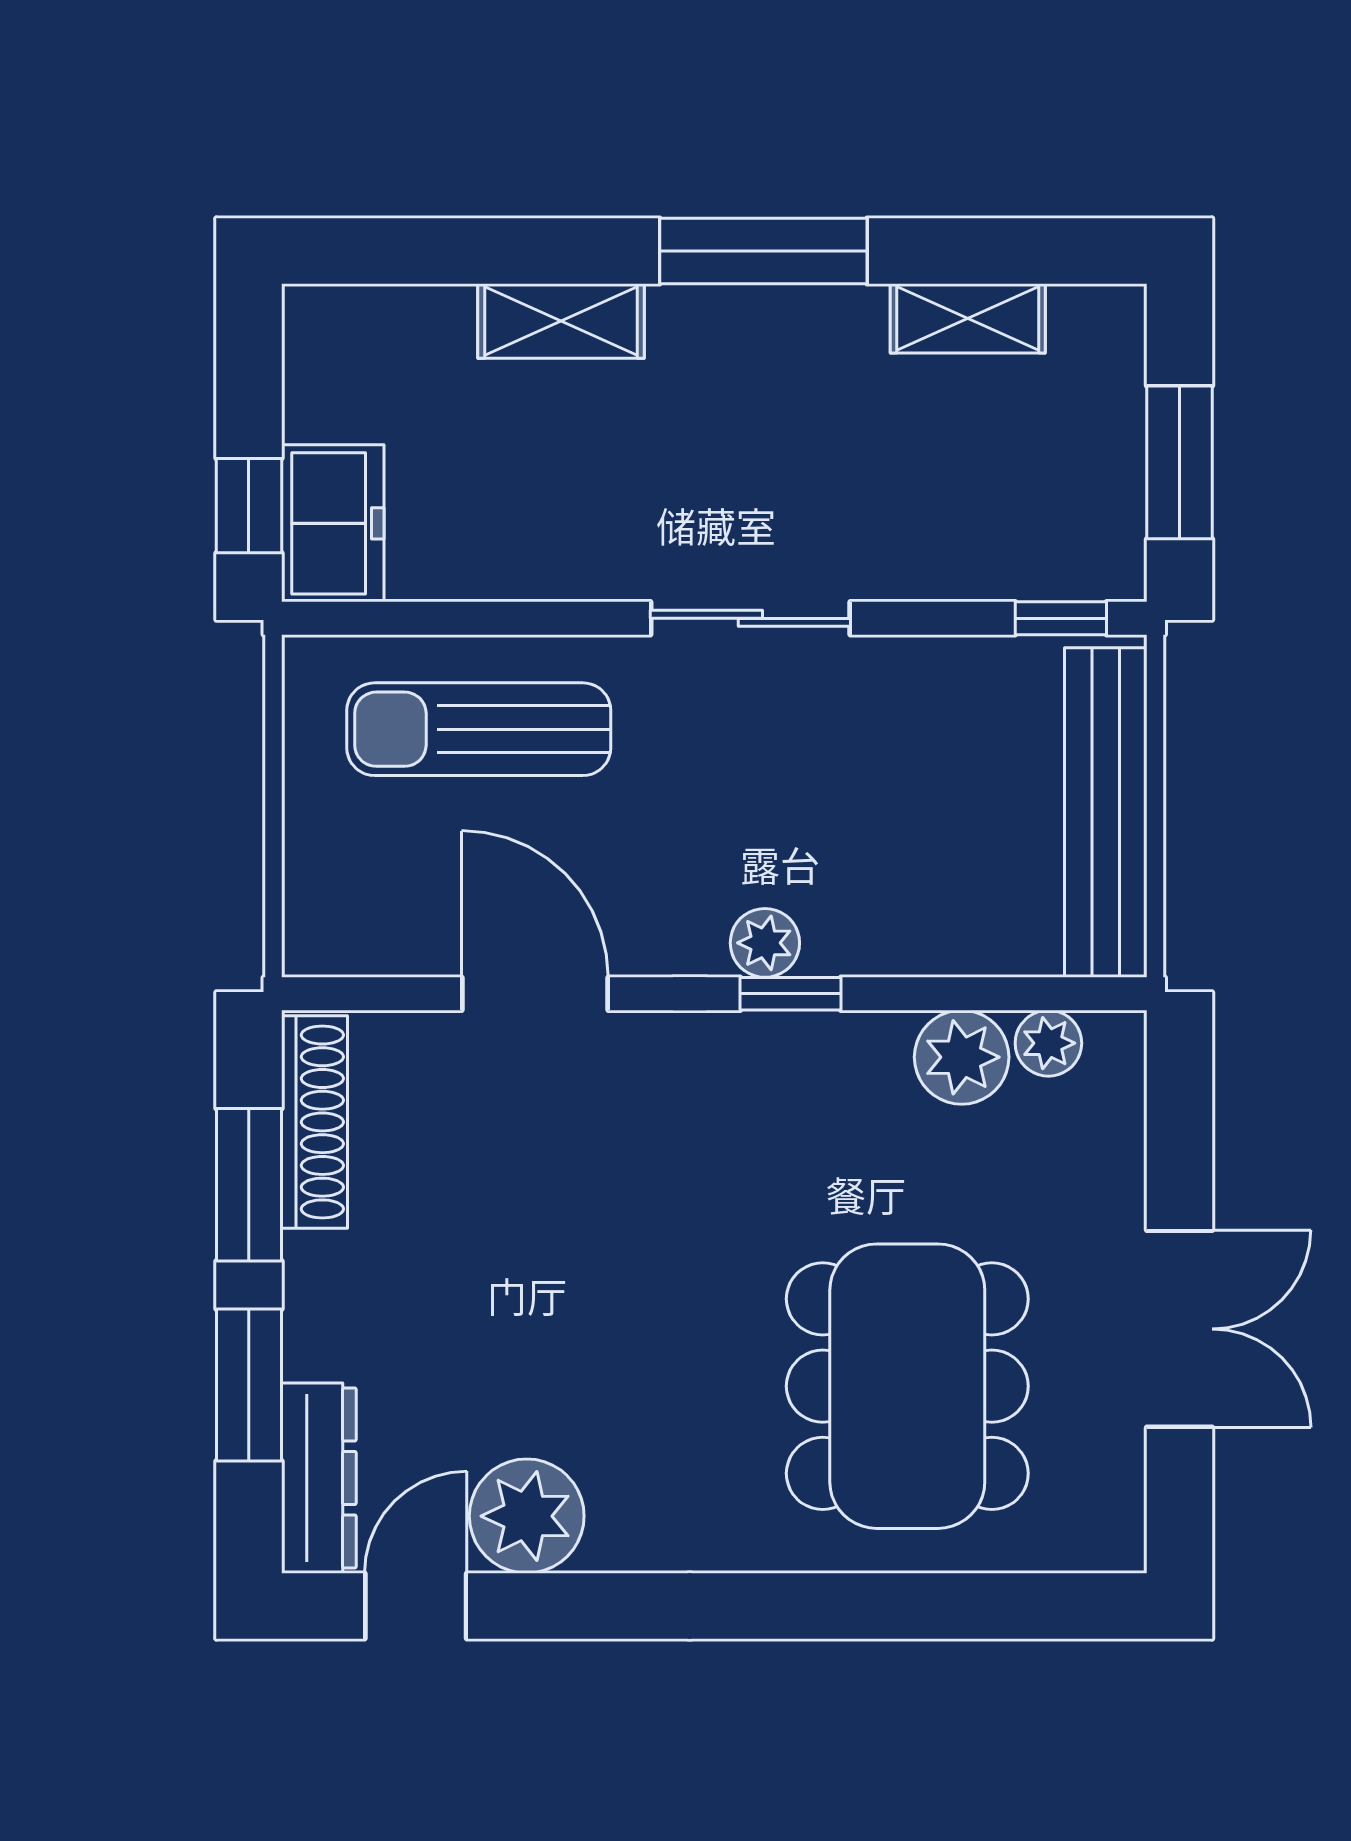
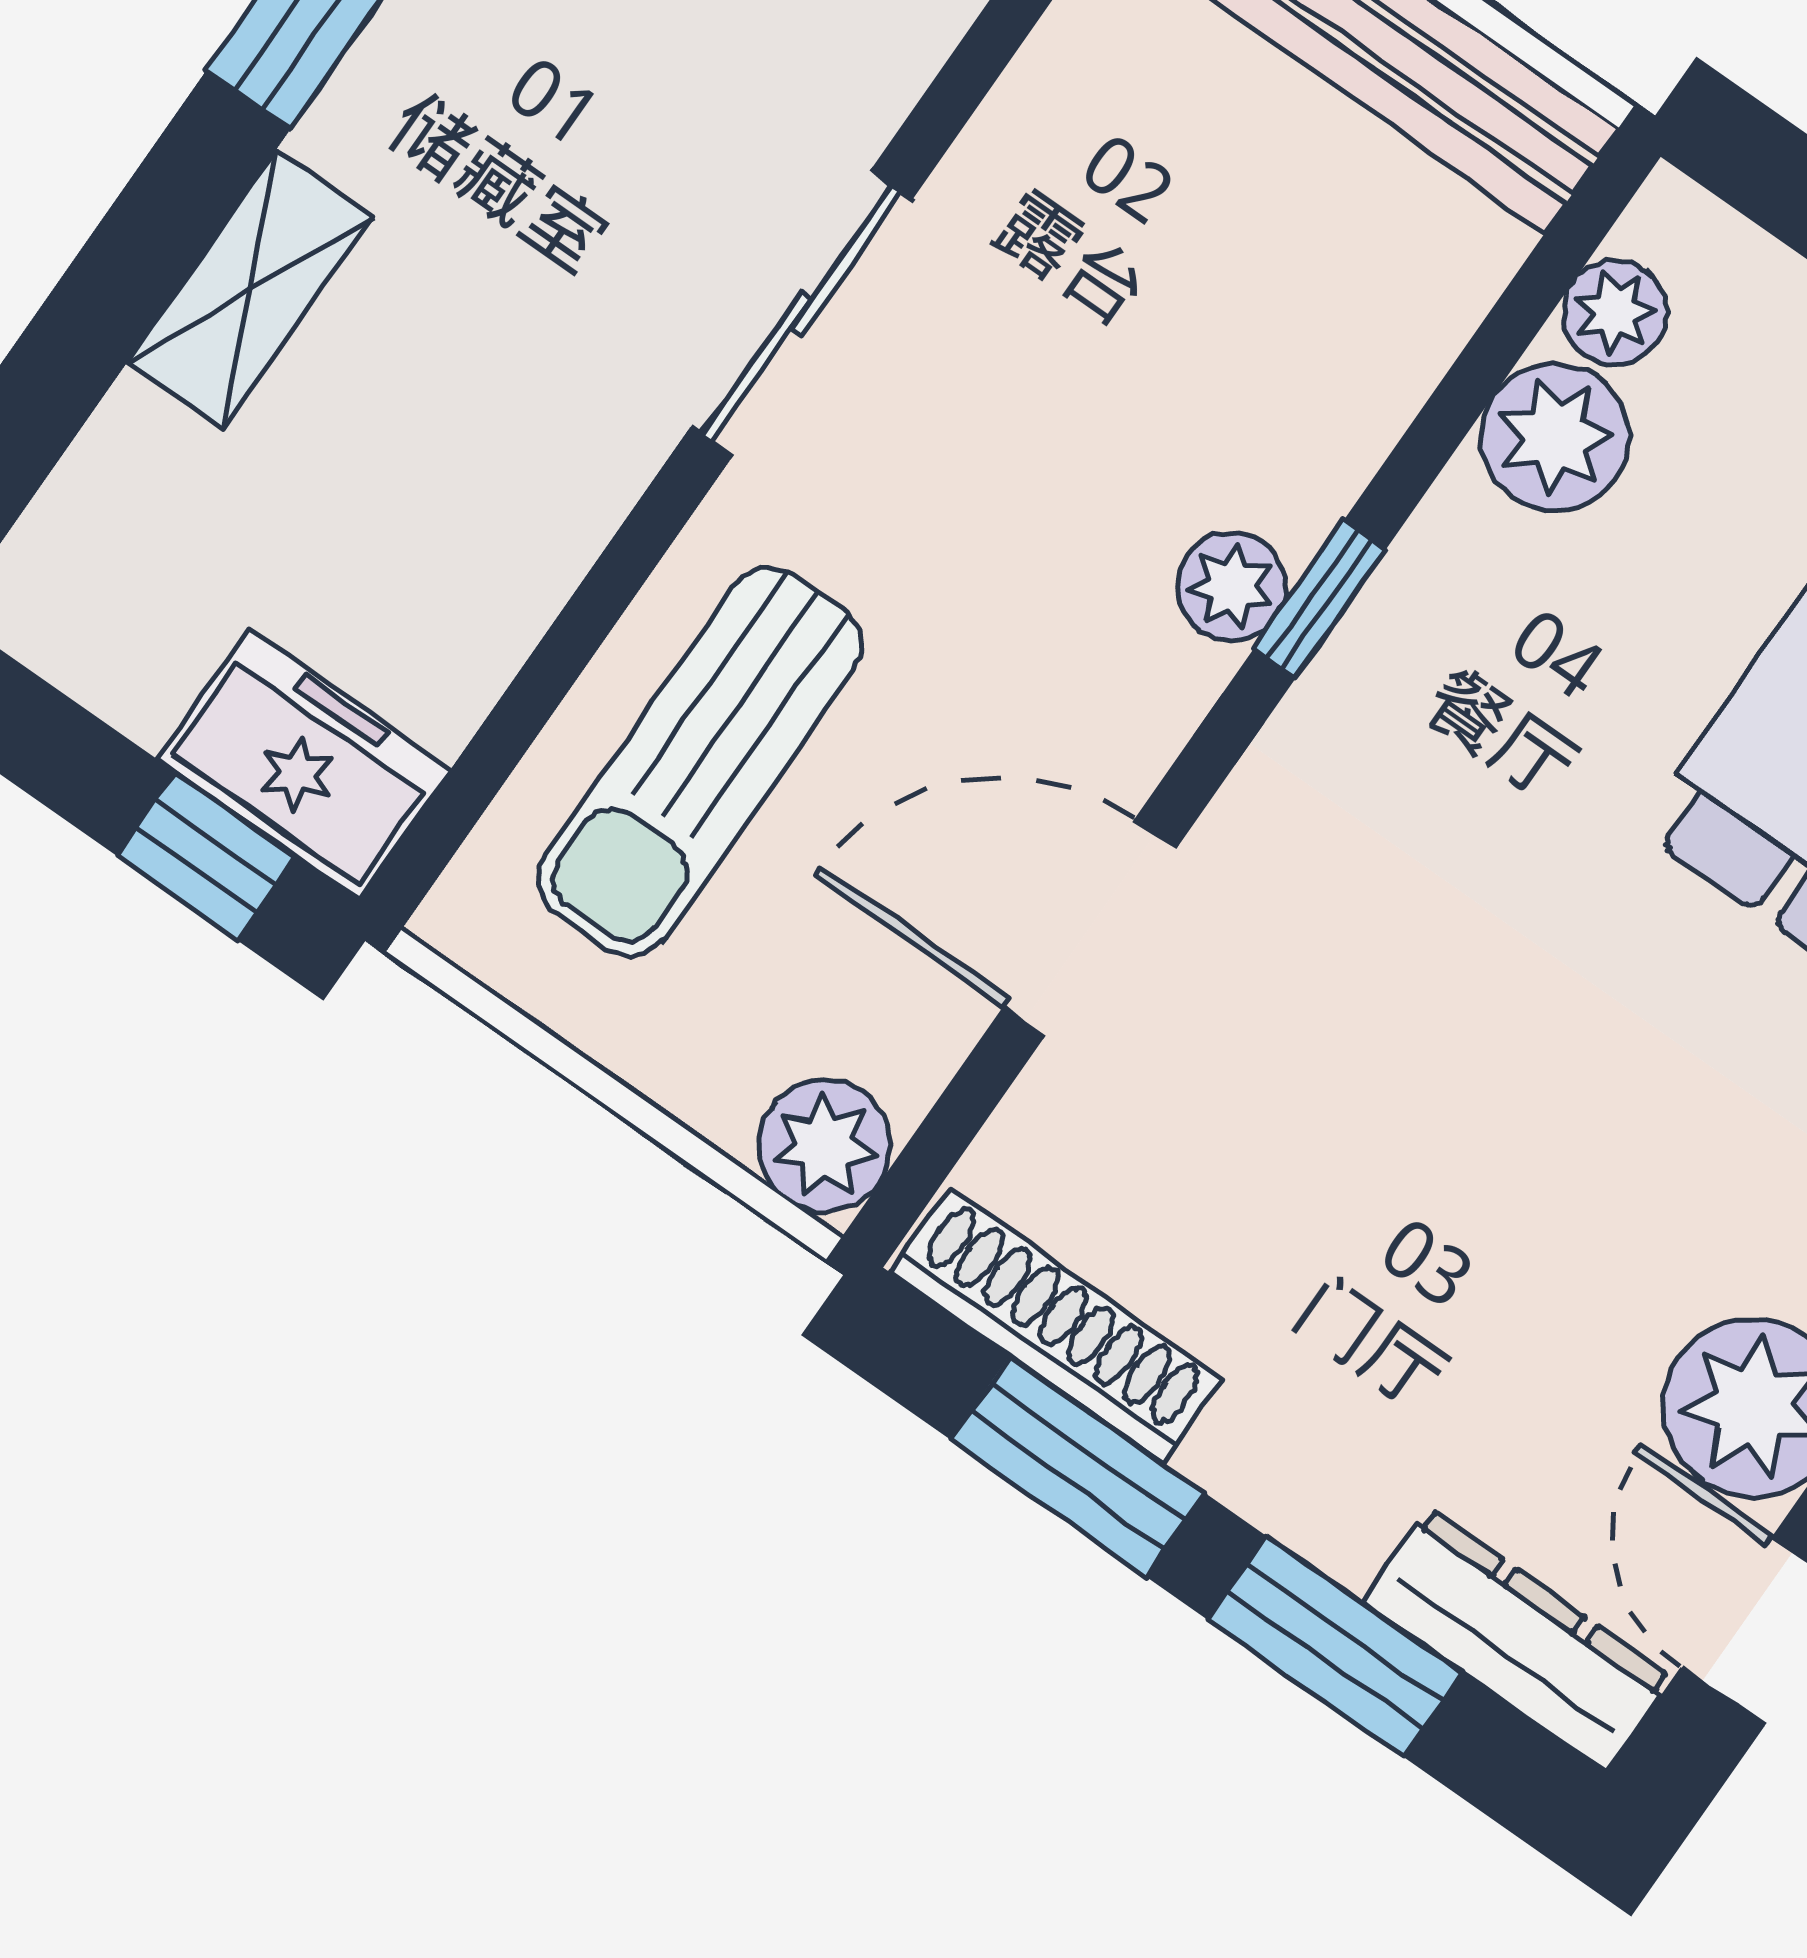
plant: (324, 935) -> (825, 1146), added

